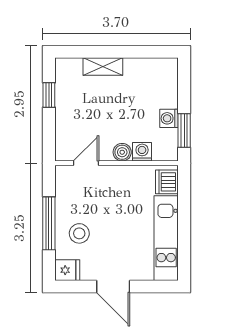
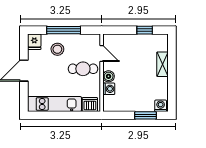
washing machine: (169, 118) -> (161, 106), moved
window: (184, 130) -> (145, 115), moved
cafe table: (110, 193) -> (83, 69), added

